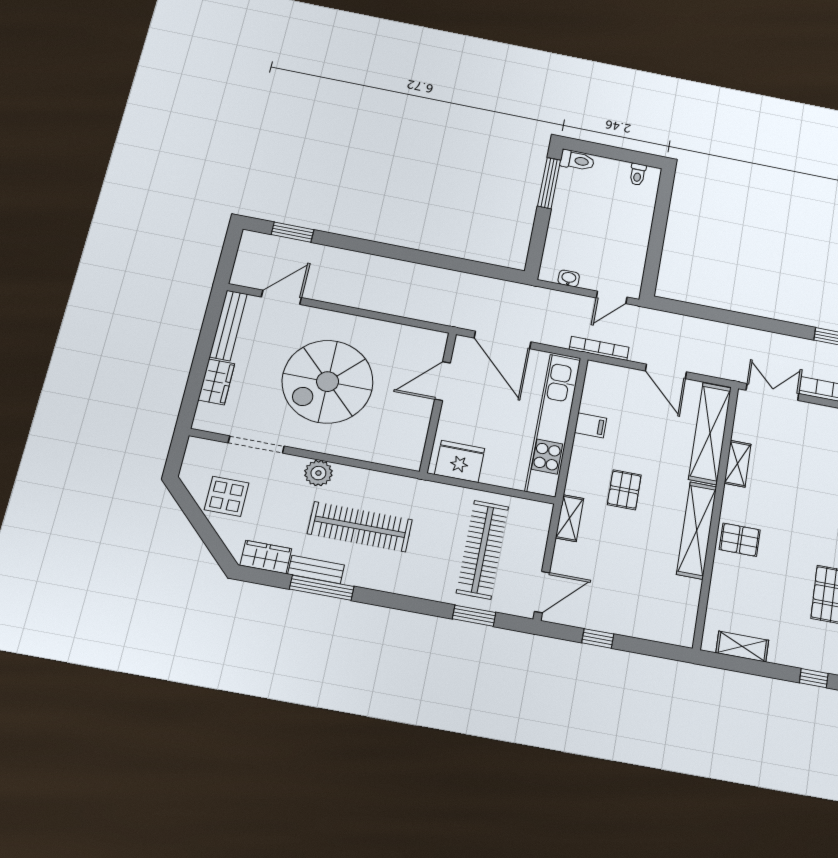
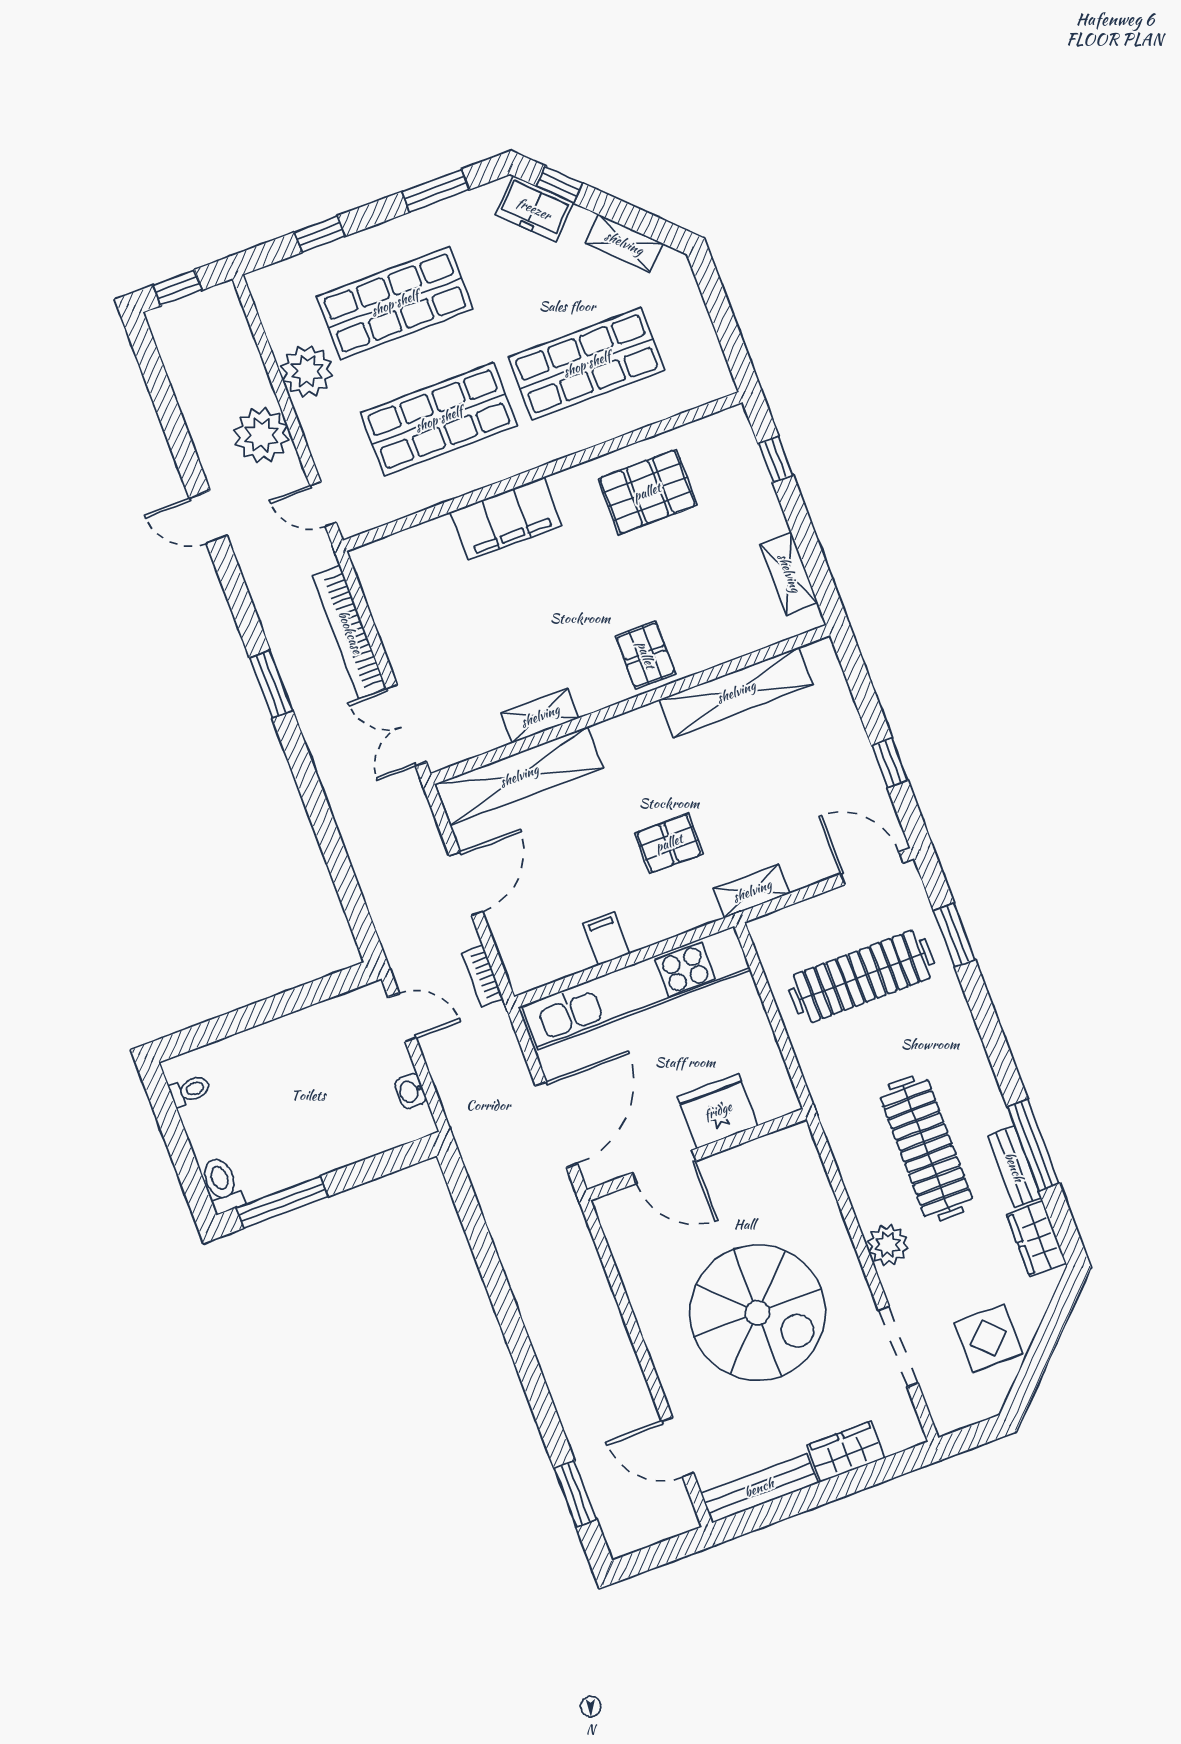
bookcase: (599, 348) -> (482, 976), width x0.64
fridge: (460, 461) -> (718, 1111), moved, turned 90
shelving: (697, 530) -> (736, 692), moved

